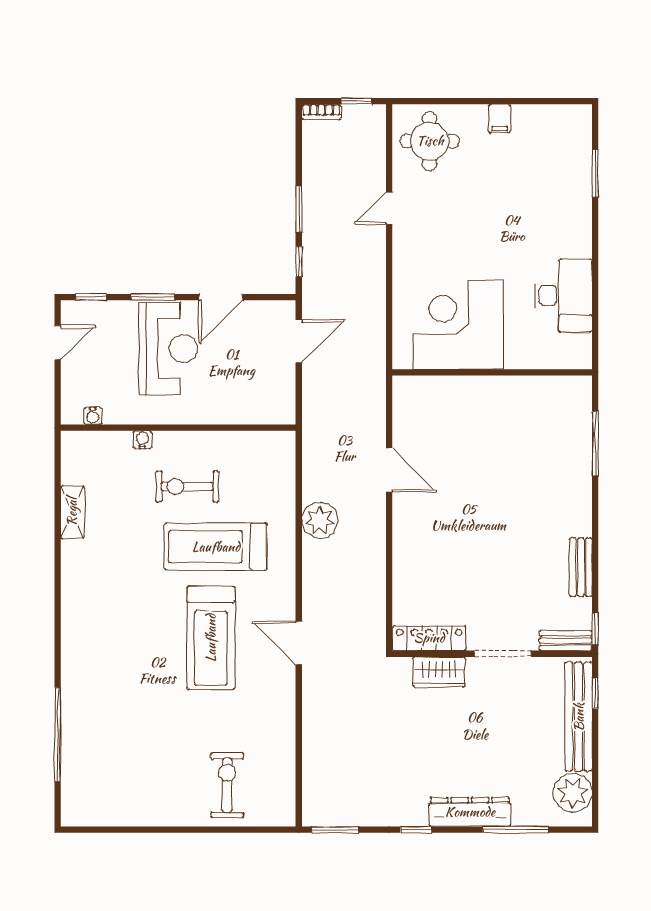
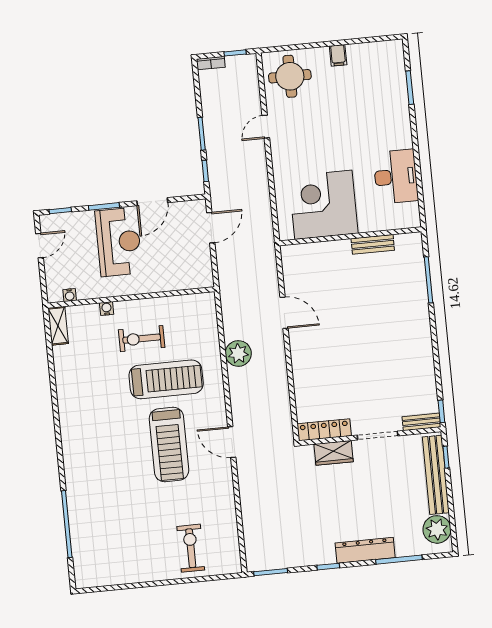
shelving: (72, 512) -> (58, 326), moved
treadmill: (216, 547) -> (166, 379), turned 180
bench: (581, 567) -> (373, 244), moved, turned 90

